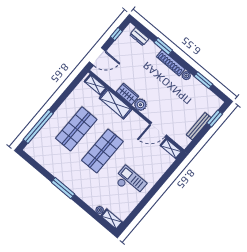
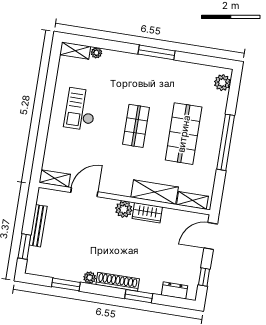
window: (38, 127) -> (226, 142), moved
plant: (34, 146) -> (222, 83), added
shop shelf: (102, 151) -> (136, 126), width x0.70, depth x0.74
checkout: (130, 182) -> (81, 109), turned 90

